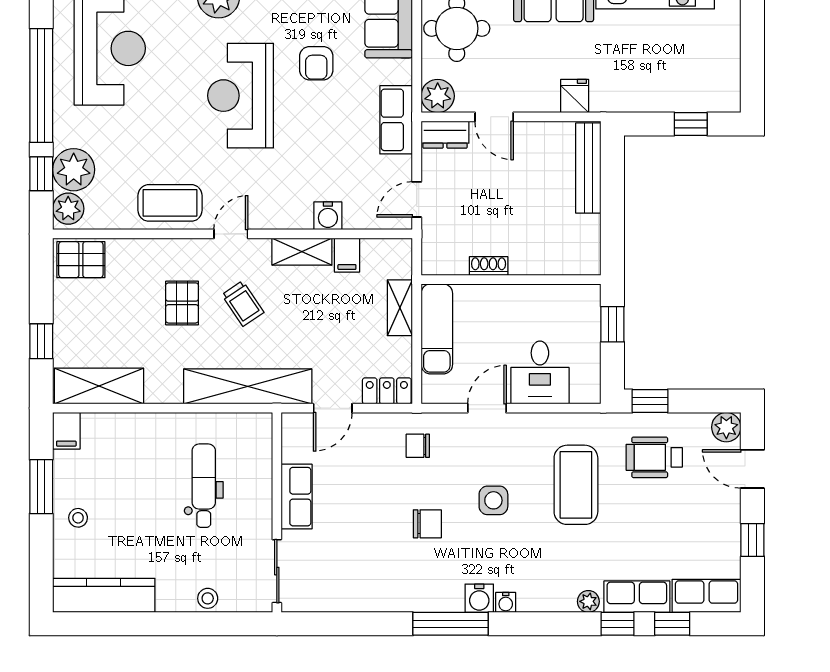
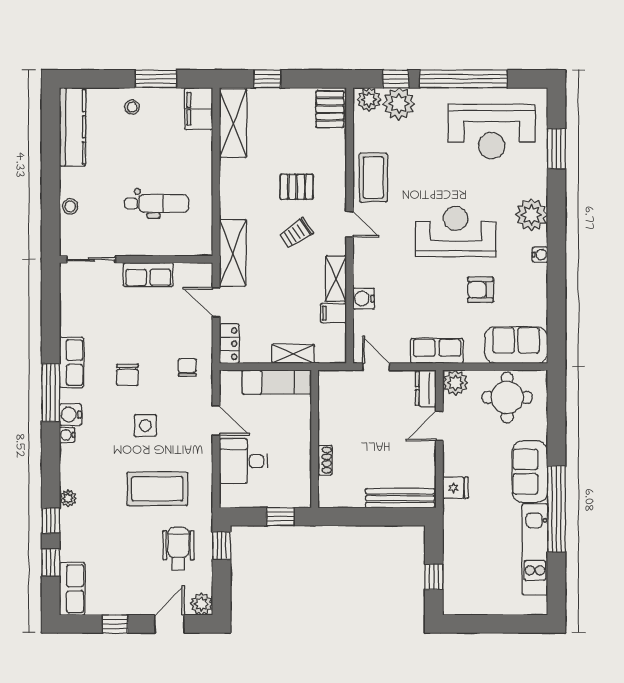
shoe rack: (489, 266) -> (325, 460), moved
shelving: (248, 386) -> (233, 253), width x0.68
filing cabinet: (66, 431) -> (199, 109), width x2.00
row of seats: (637, 597) -> (72, 362), moved

